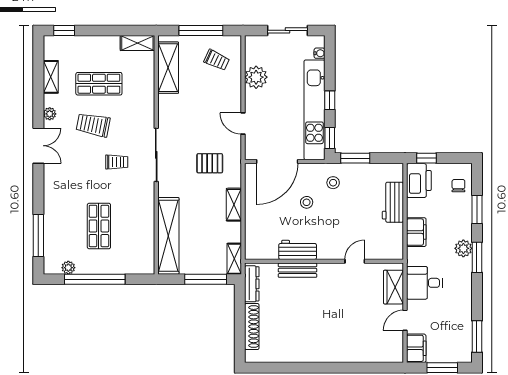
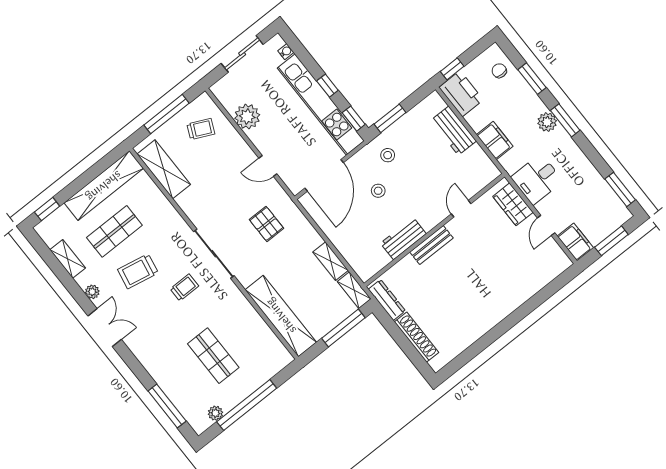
shelving: (137, 43) -> (104, 186), width x2.20, depth x1.33
pallet: (210, 163) -> (266, 224), turned 90
shelving: (234, 205) -> (331, 261), moved
bench: (297, 270) -> (431, 245), moved

